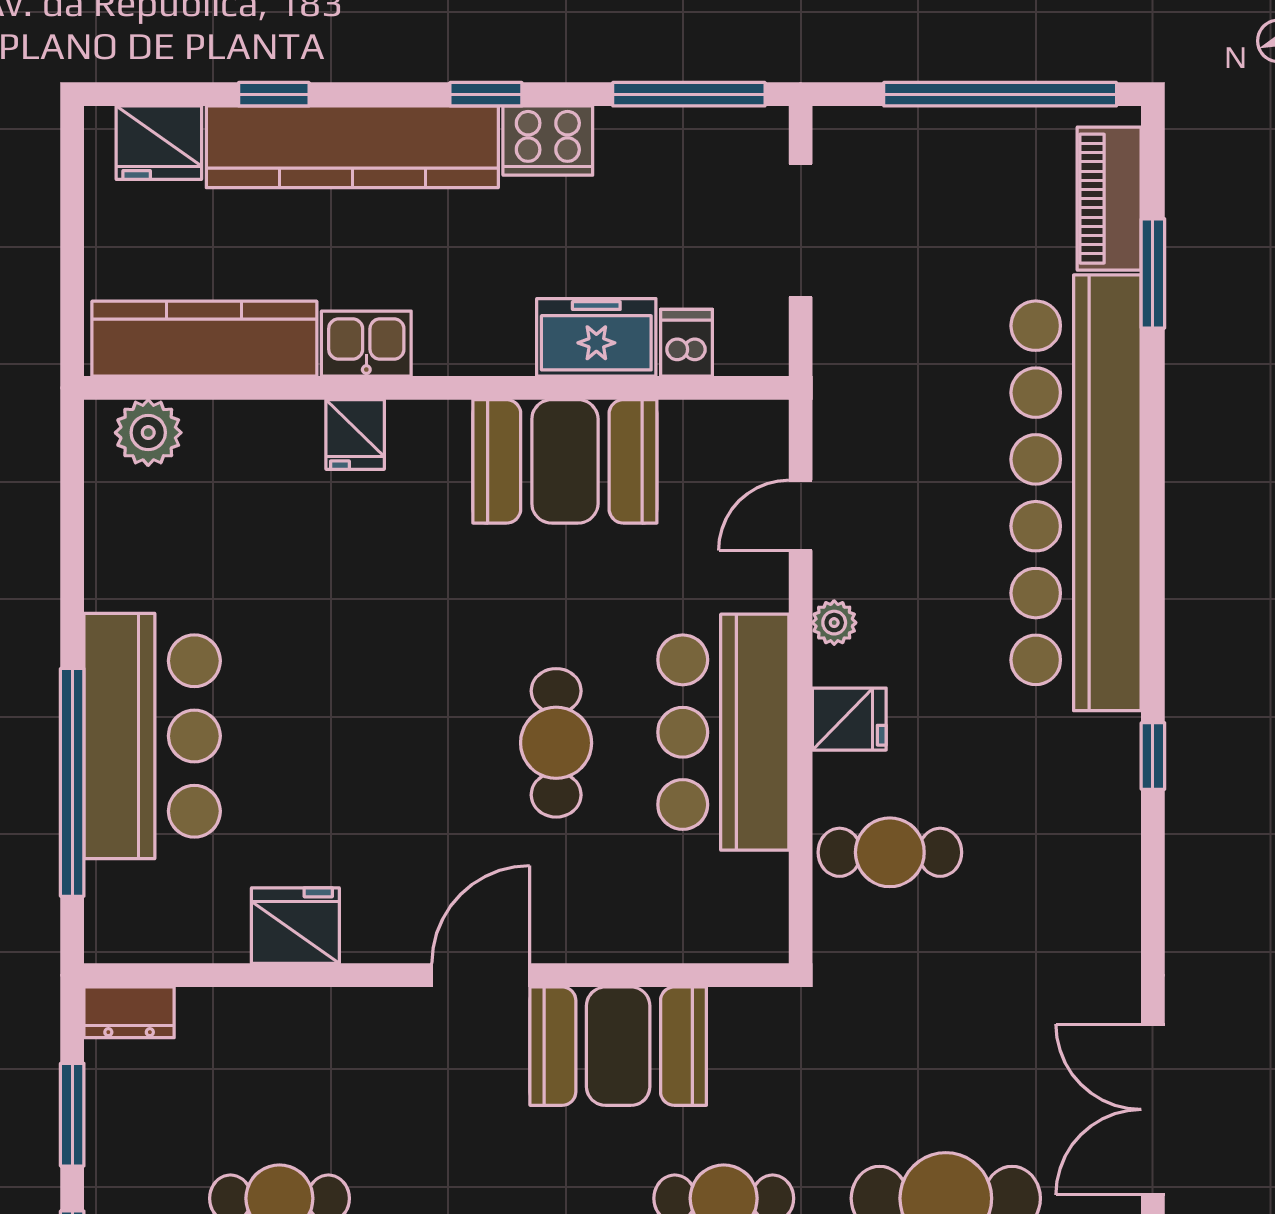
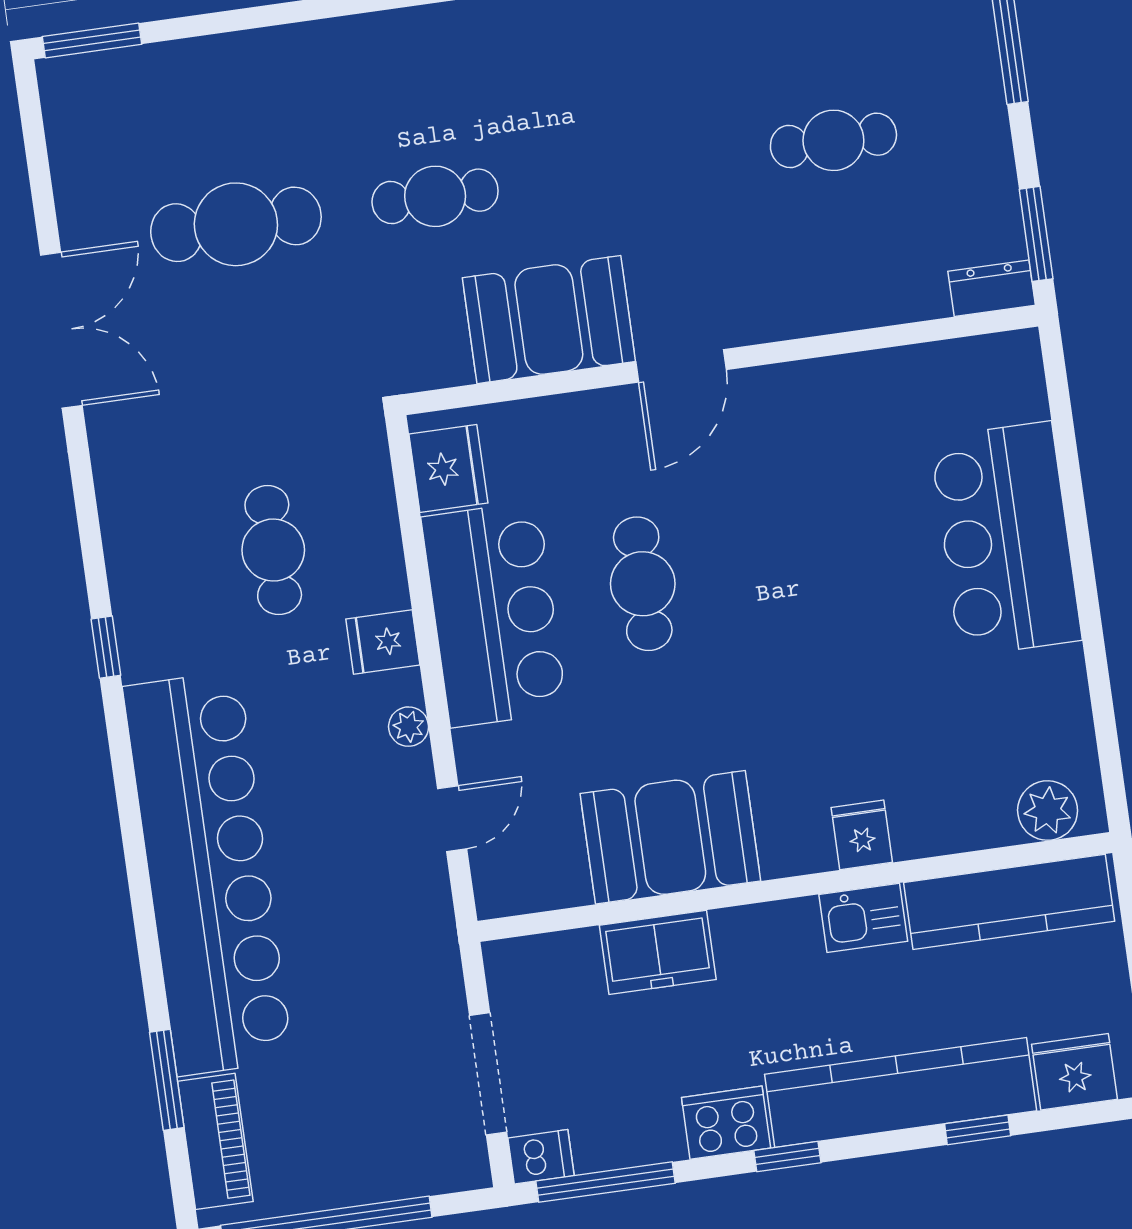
dishwasher: (686, 343) -> (541, 1157), moved, turned -90
window: (72, 782) -> (1072, 487), removed
cafe table: (890, 852) -> (273, 550), moved, turned 90
fridge: (295, 926) -> (448, 468), moved, turned -90
window: (72, 1115) -> (1036, 234), moved

